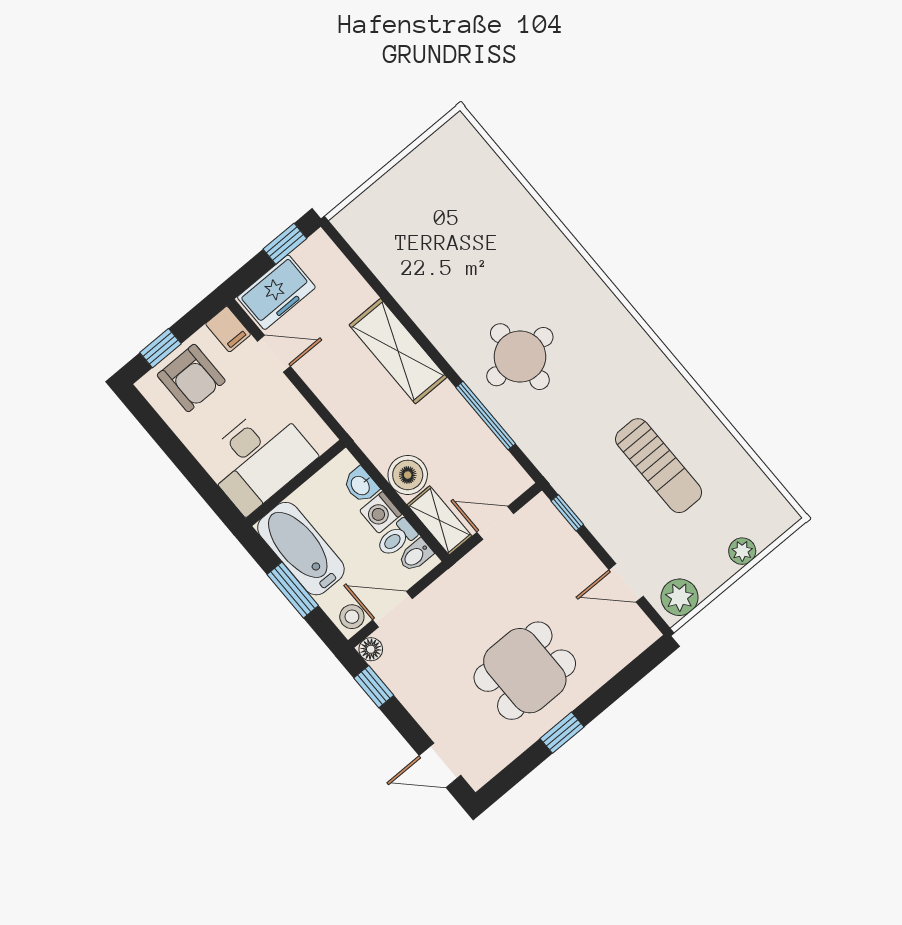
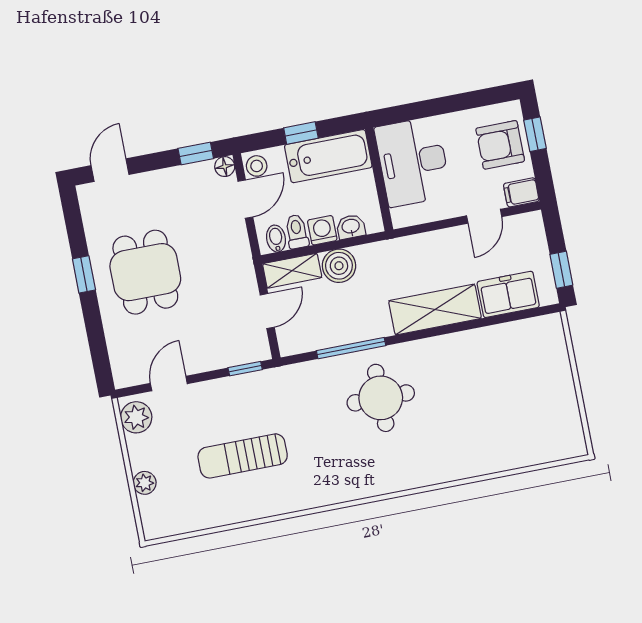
freezer: (276, 292) -> (508, 294), moved, turned 90
window: (293, 590) -> (301, 133), width x0.67

